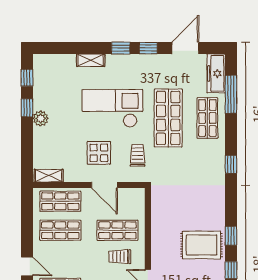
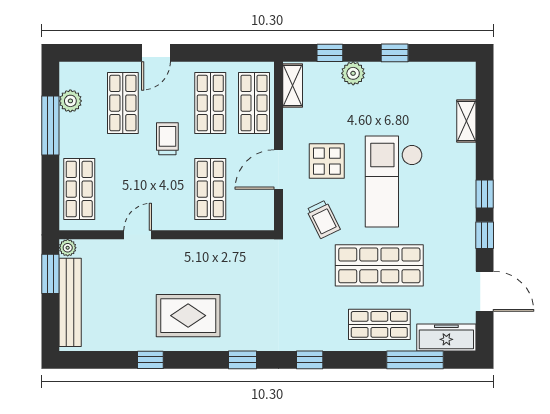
shelving: (91, 60) -> (466, 121), moved
window: (27, 78) -> (330, 53), moved
checkout: (112, 108) -> (394, 181), turned 180
plant: (41, 118) -> (353, 73), moved
trolley: (138, 155) -> (323, 219), turned 64
window: (231, 236) -> (242, 360), moved
rug: (202, 245) -> (188, 316), turned 90
trolley: (120, 257) -> (167, 139), moved

